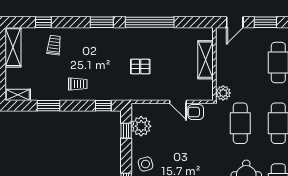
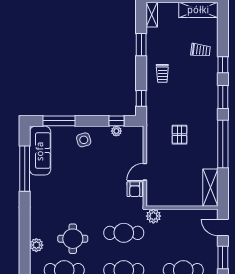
window: (43, 22) -> (223, 65), moved
shelving: (206, 60) -> (210, 188), moved, turned 90
armchair: (196, 112) -> (135, 189), turned 180
plant: (141, 126) -> (116, 131), width x0.53, depth x0.53

